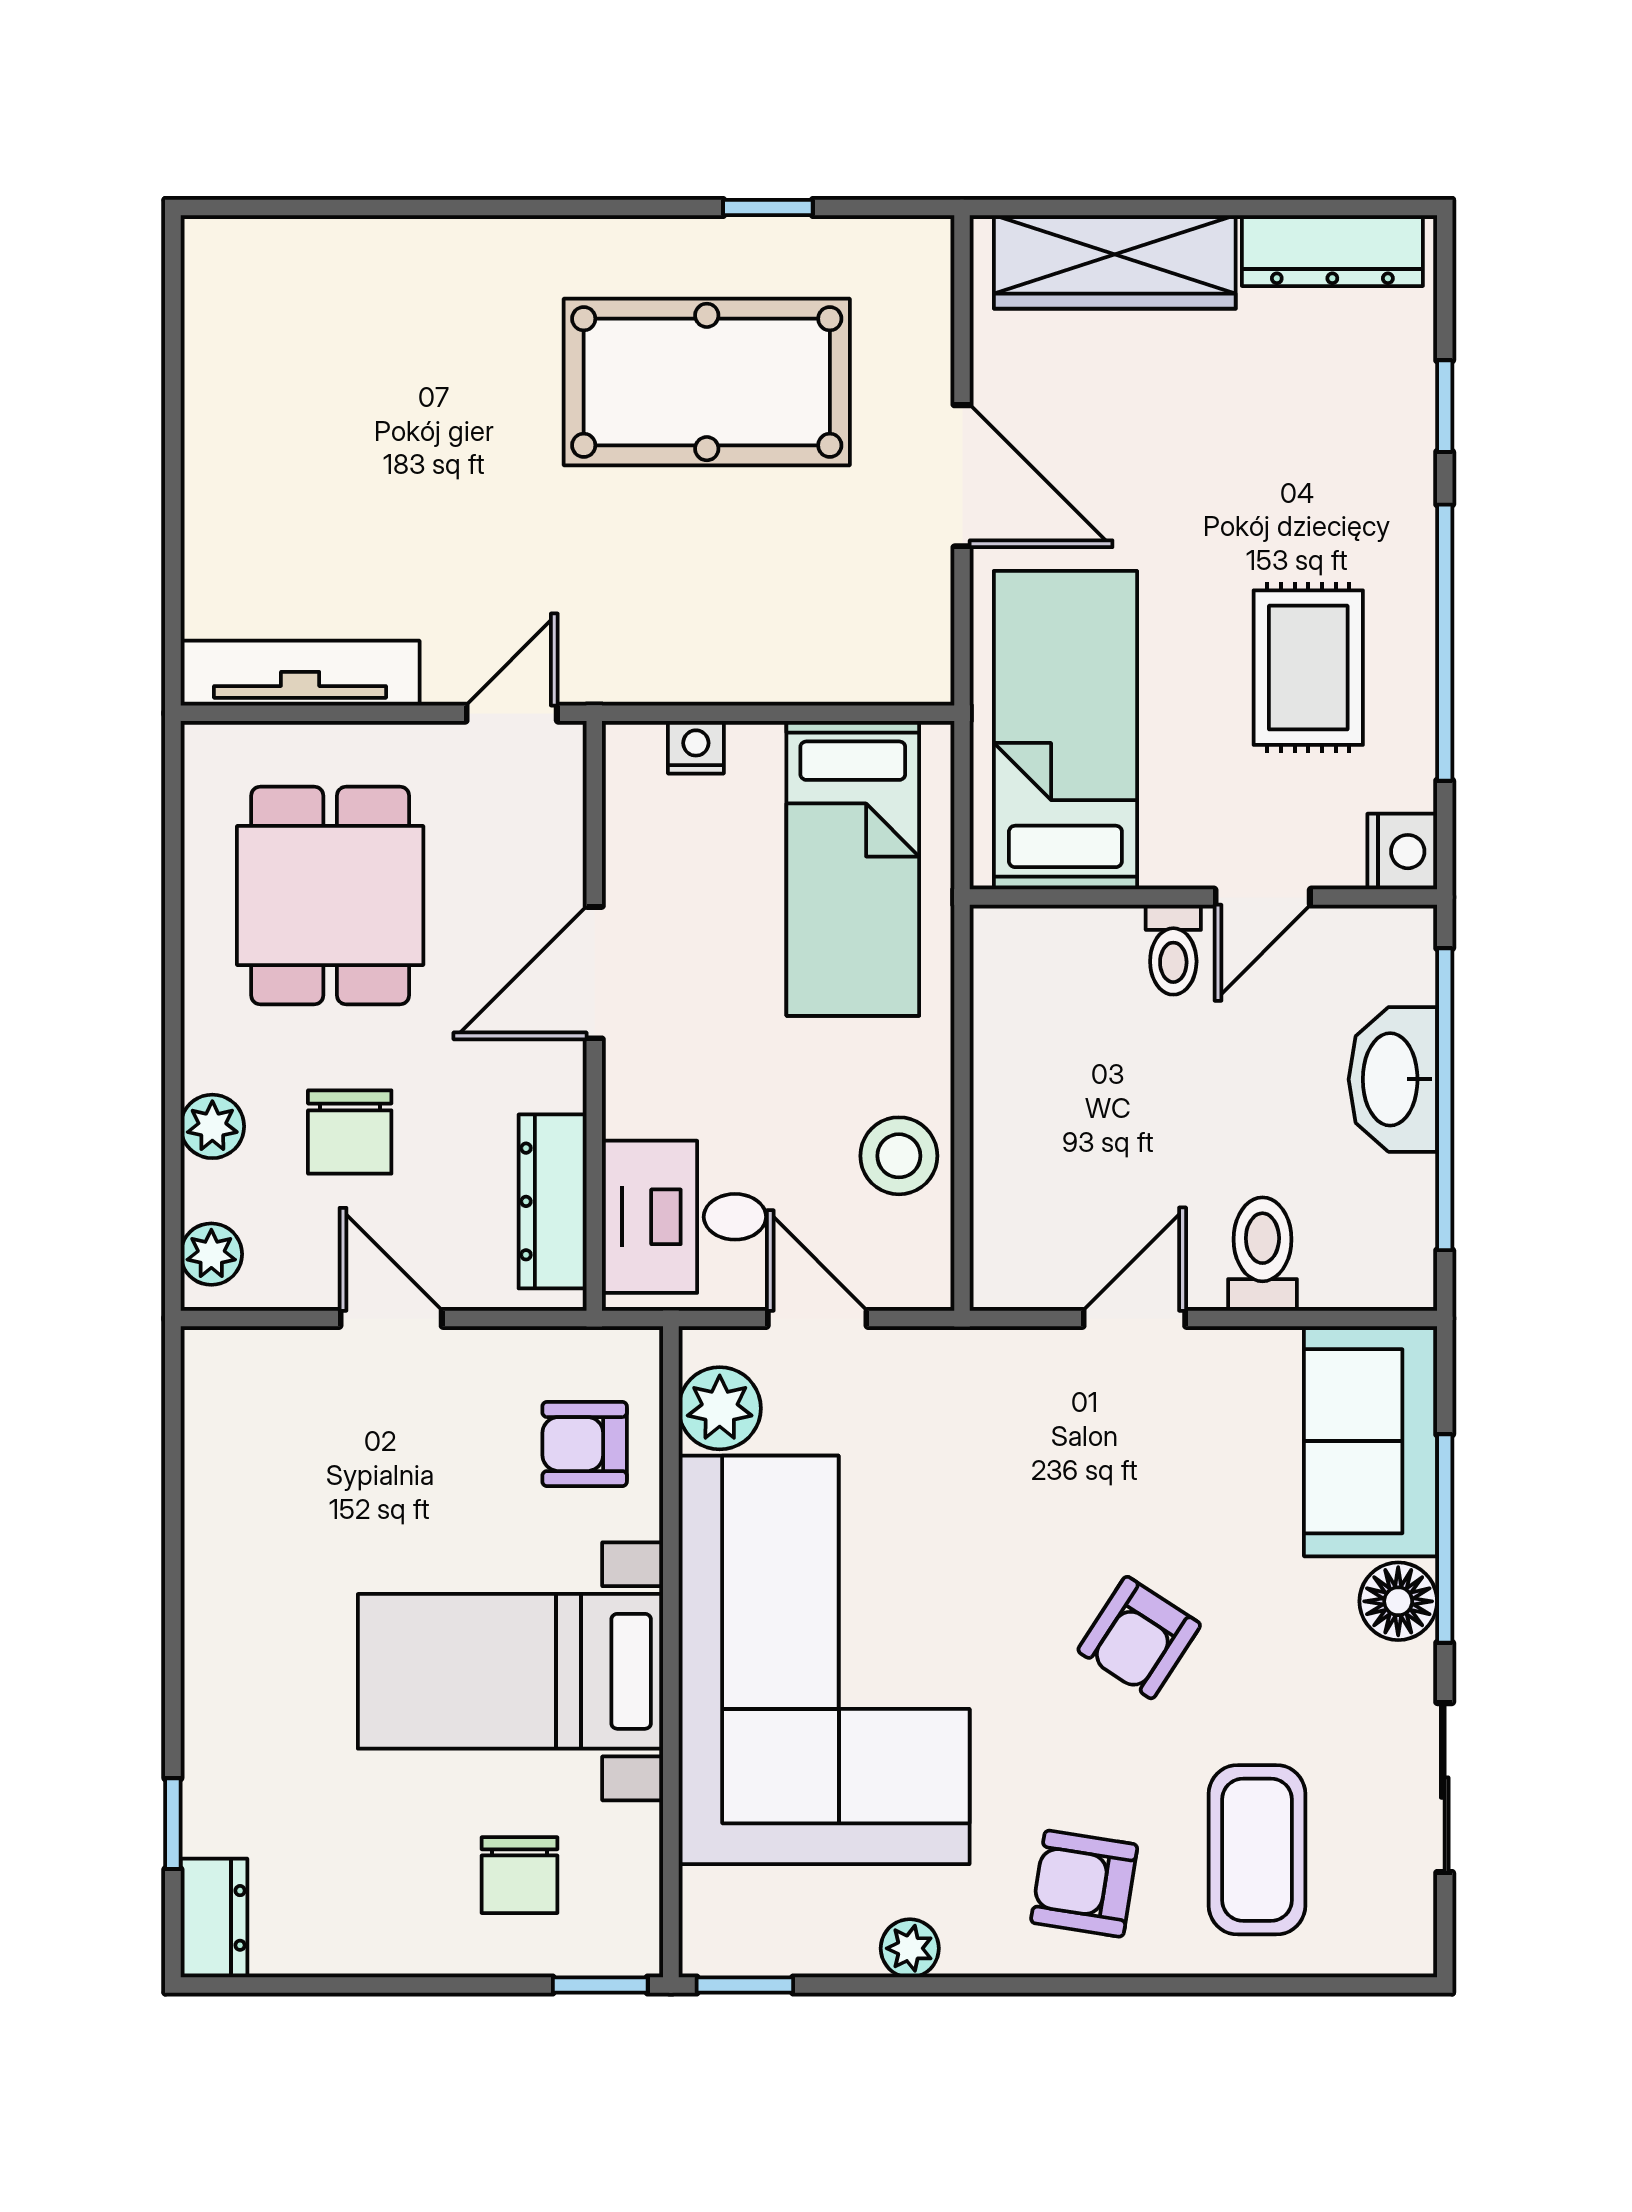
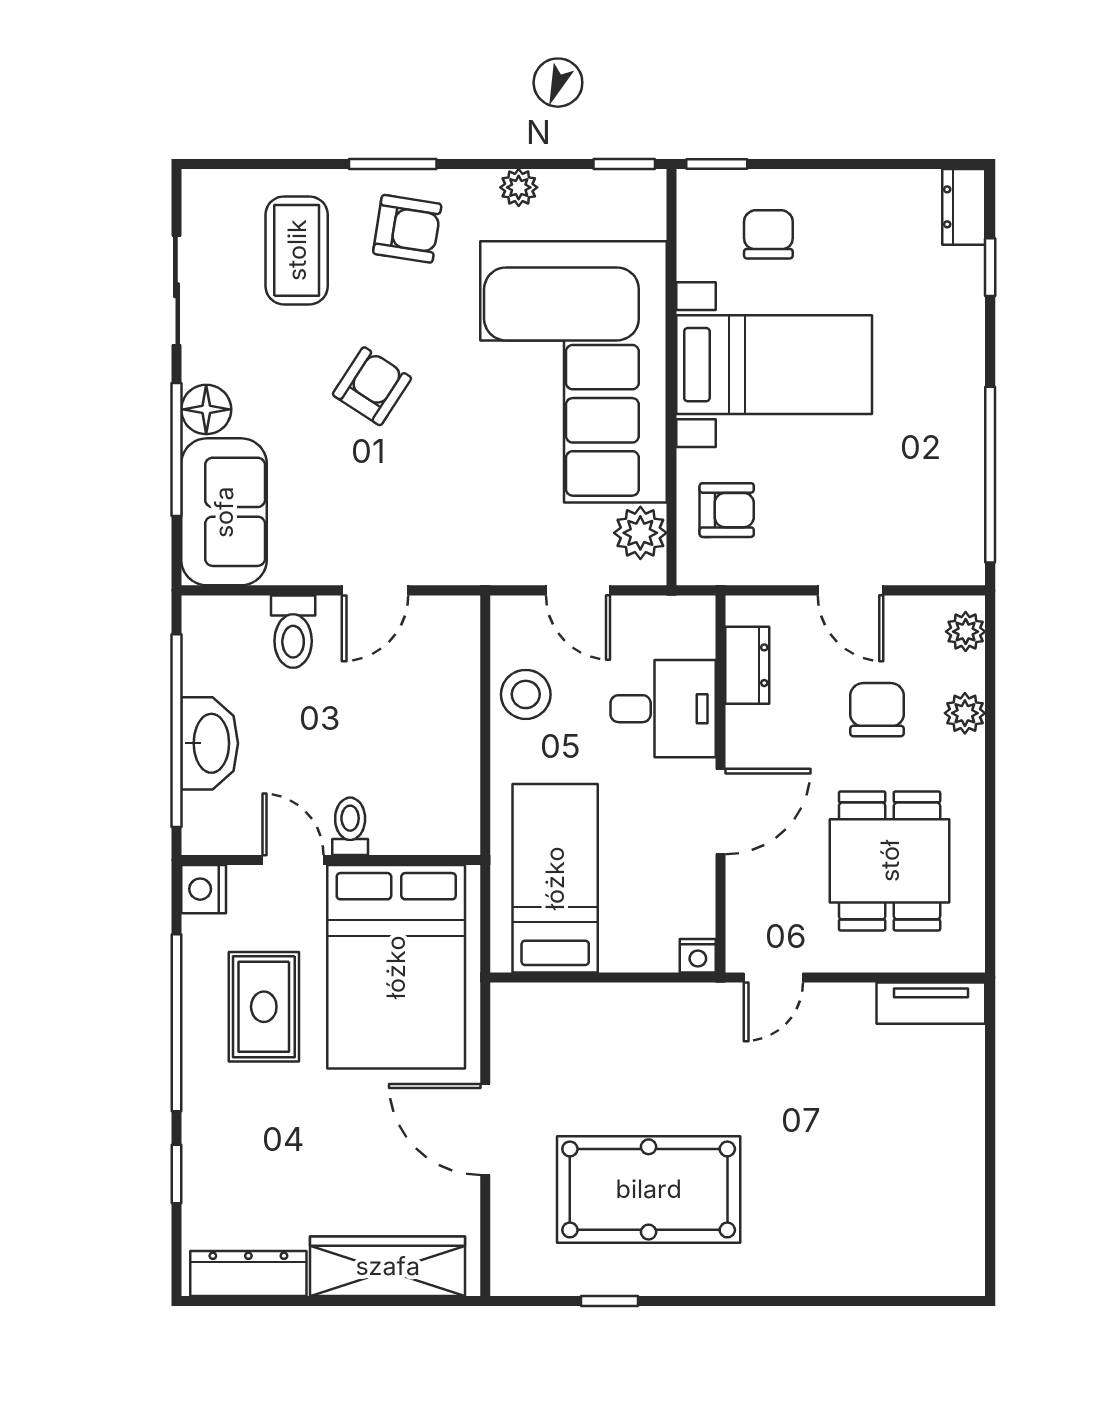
tv unit: (300, 673) -> (931, 1003), width x0.71
bed: (1065, 730) -> (396, 967), width x1.50
nightstand: (696, 747) -> (698, 956), moved
door: (1263, 897) -> (293, 860), hinge flipped
dresser: (553, 1201) -> (747, 665), width x0.70
desk: (684, 1217) -> (663, 709), moved
window: (173, 1499) -> (990, 475), added
window: (1107, 1985) -> (393, 164), added

